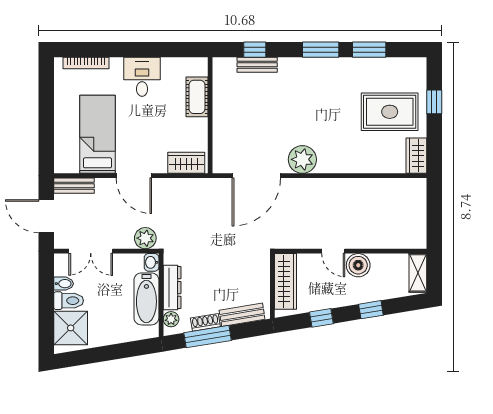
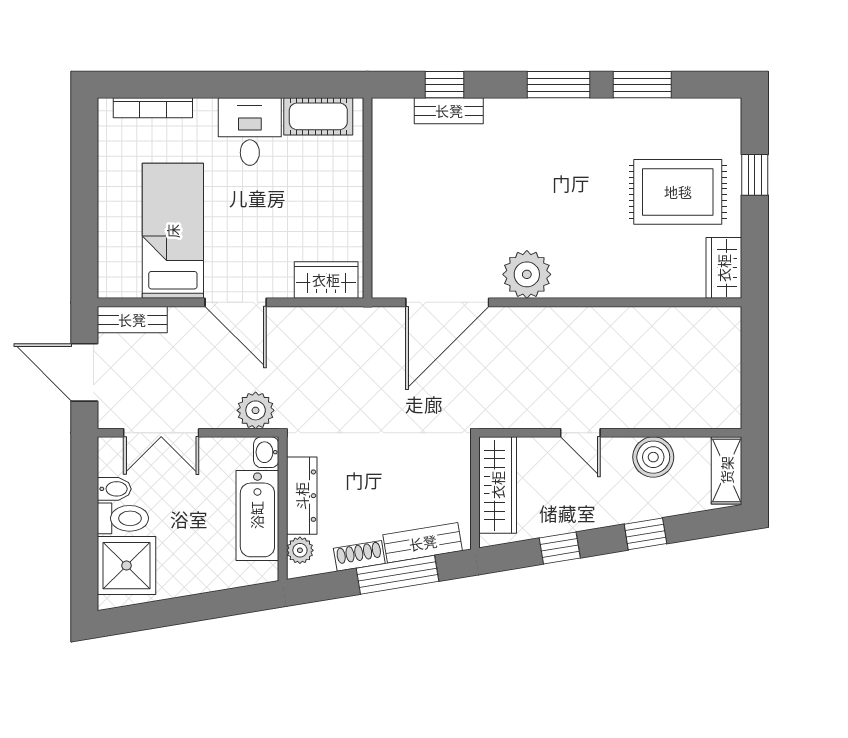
cot: (197, 97) -> (318, 116), moved, turned 90
boiler: (358, 265) -> (653, 457), moved
window: (208, 337) -> (397, 575), moved

